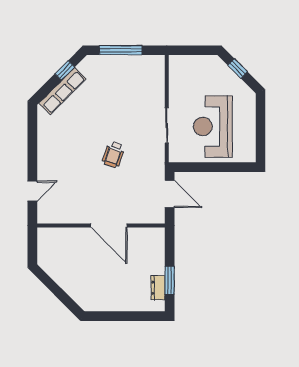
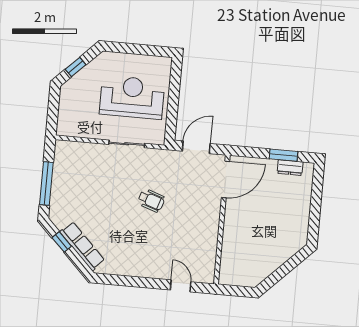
reception desk: (213, 127) -> (132, 97), turned 180
door: (109, 225) -> (226, 179), moved

